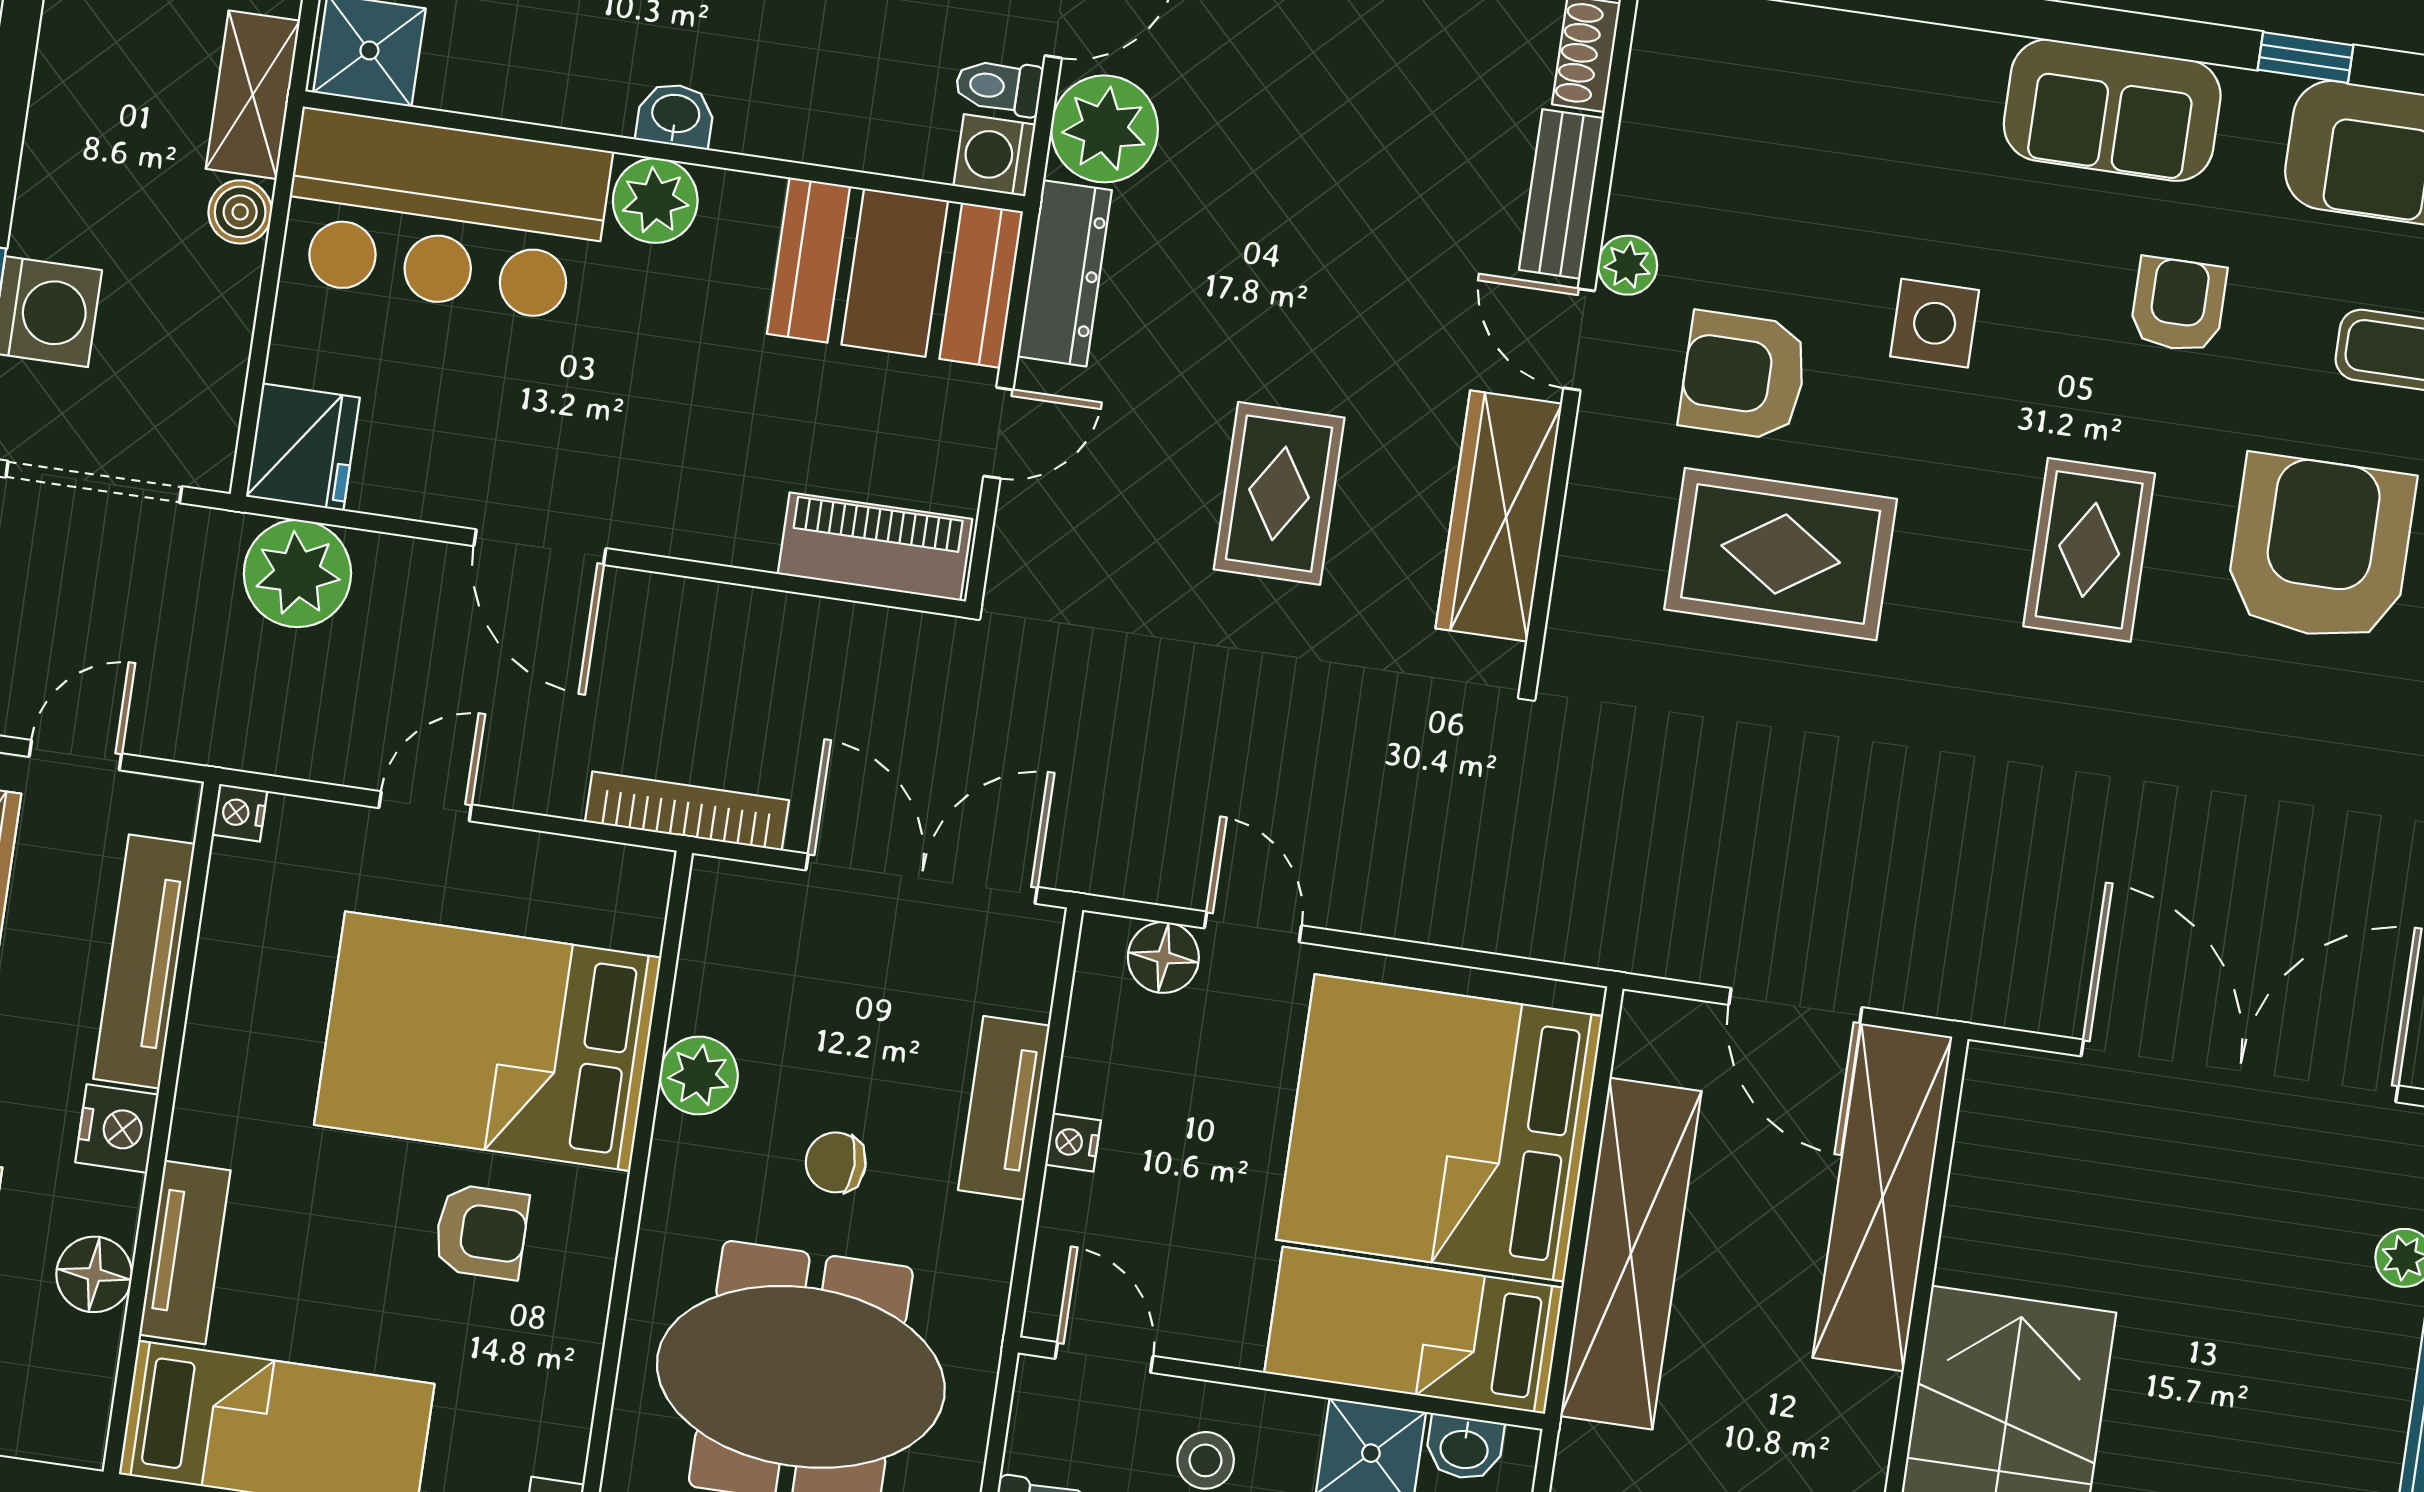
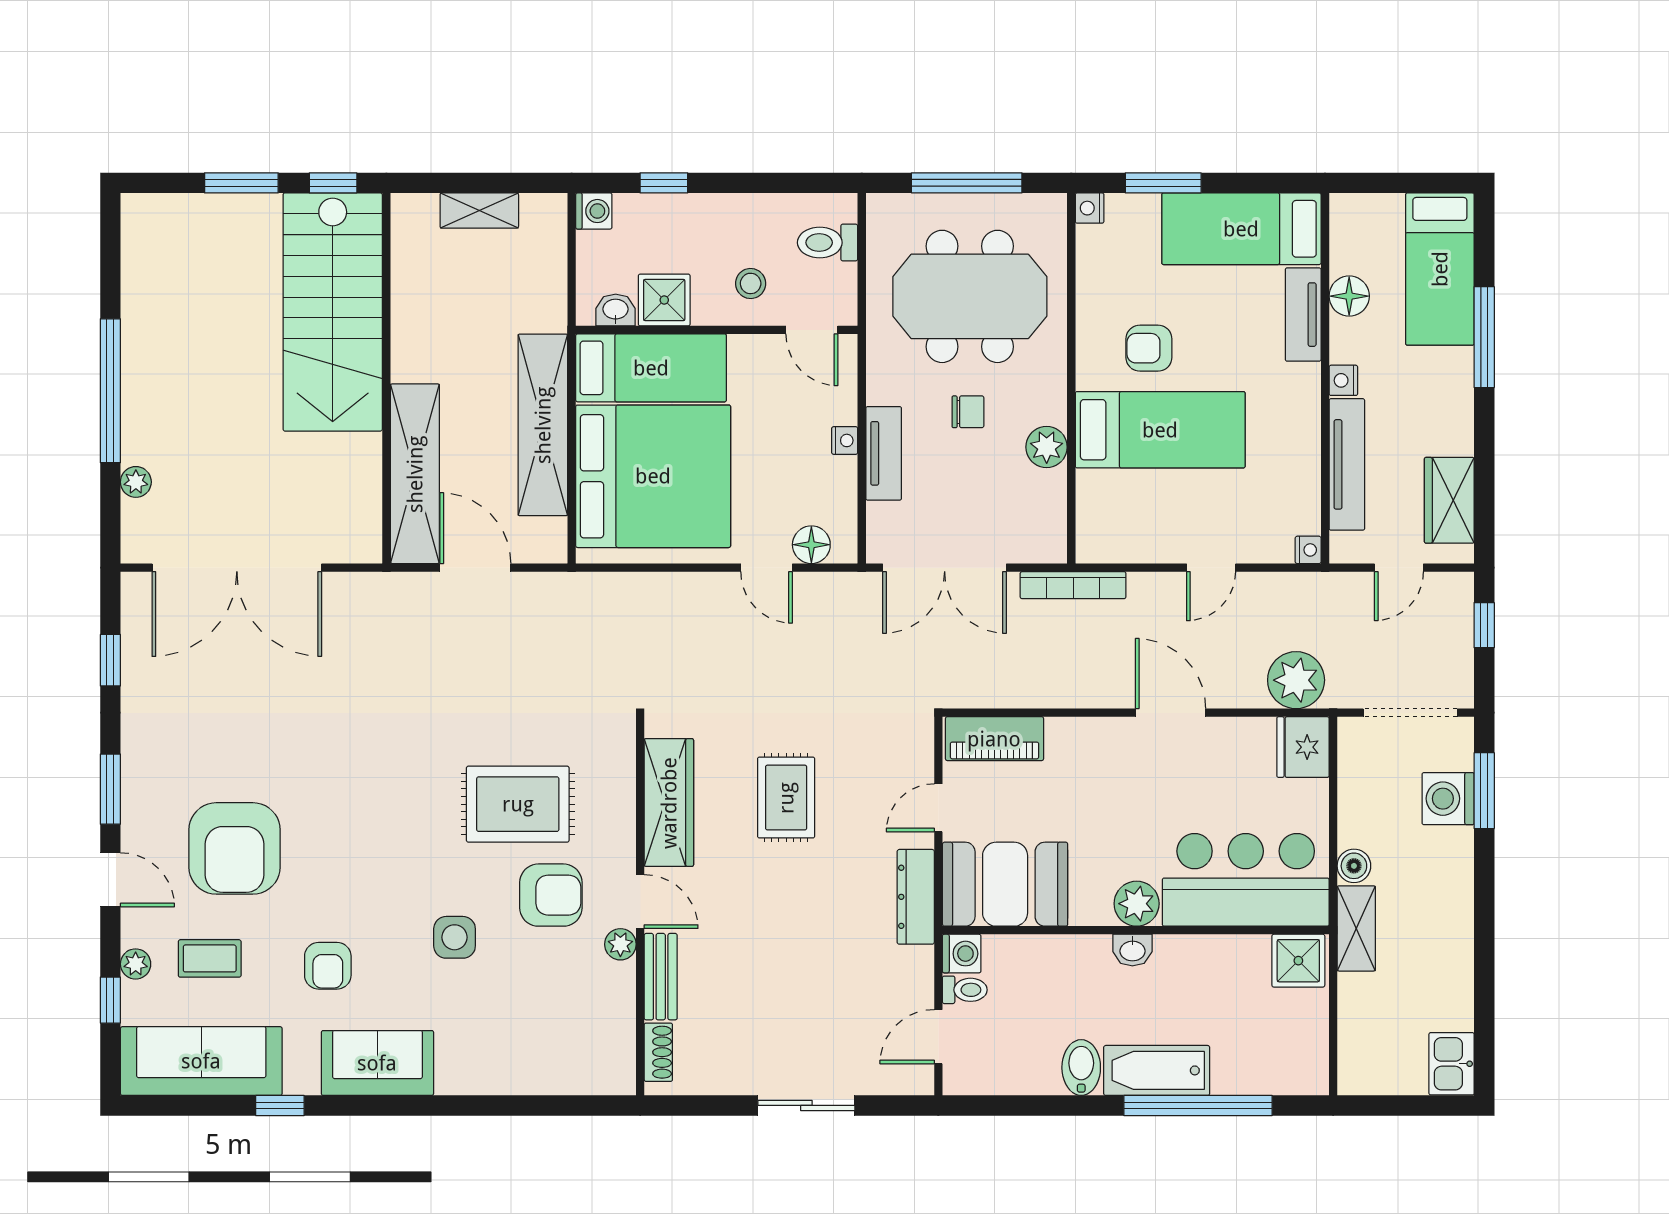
plant: (1104, 129) -> (906, 976), removed
rug: (2089, 550) -> (356, 830), removed
bed: (488, 1041) -> (1160, 430), width x0.67
nightstand: (117, 1129) -> (1343, 380), width x0.72, depth x0.74

